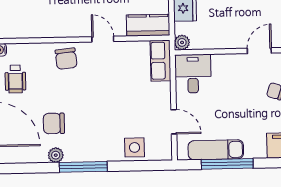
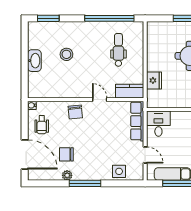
plant: (182, 42) -> (152, 103), removed
row of seats: (160, 61) -> (137, 121), width x1.48

